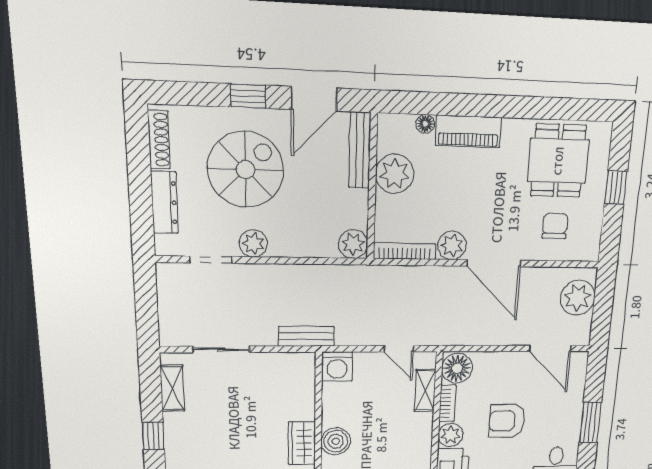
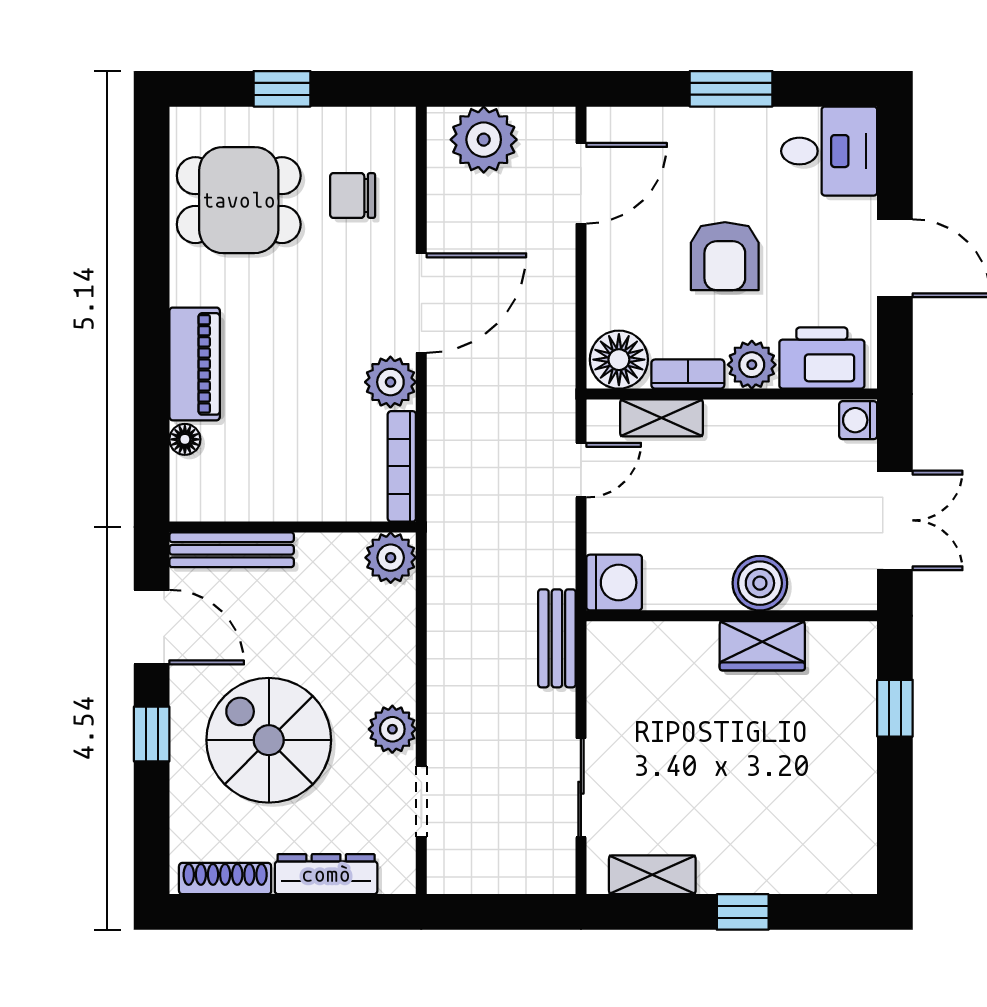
plant: (395, 174) -> (269, 489), removed

